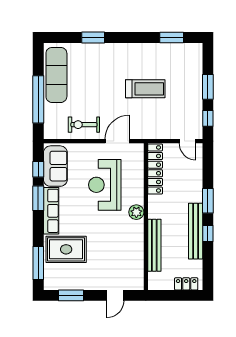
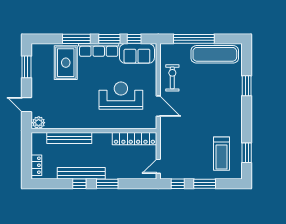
treadmill: (145, 89) -> (221, 154), moved
plant: (136, 212) -> (39, 123), moved
window: (38, 263) -> (76, 39), moved

